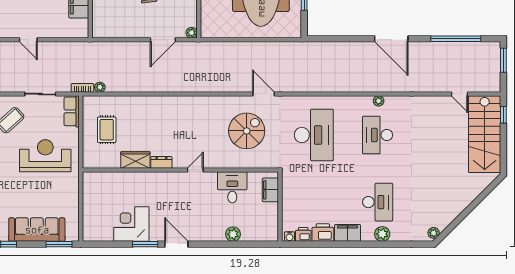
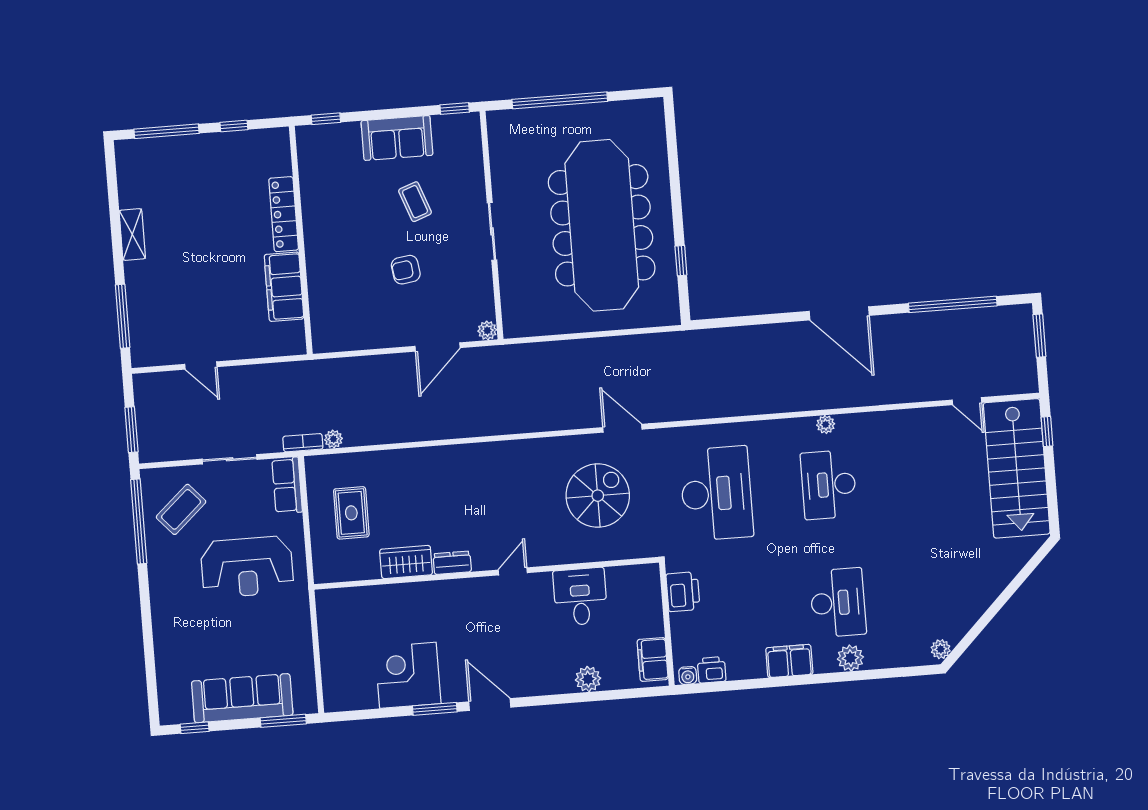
reception desk: (45, 156) -> (247, 567), turned 180
filing cabinet: (270, 190) -> (653, 659), moved
printer: (323, 233) -> (683, 592), moved, turned 90

